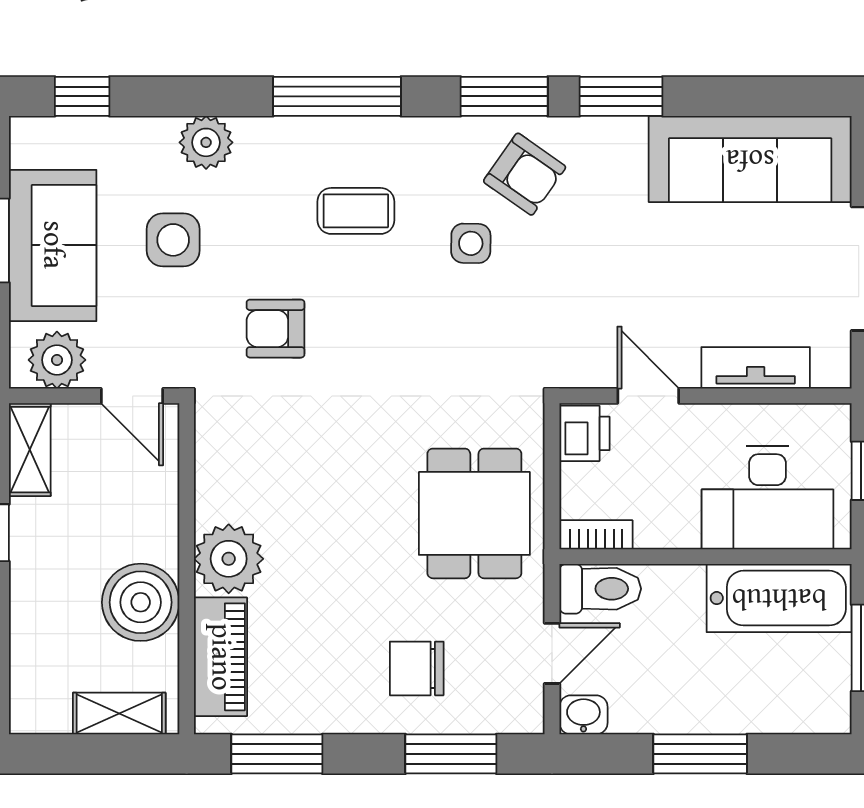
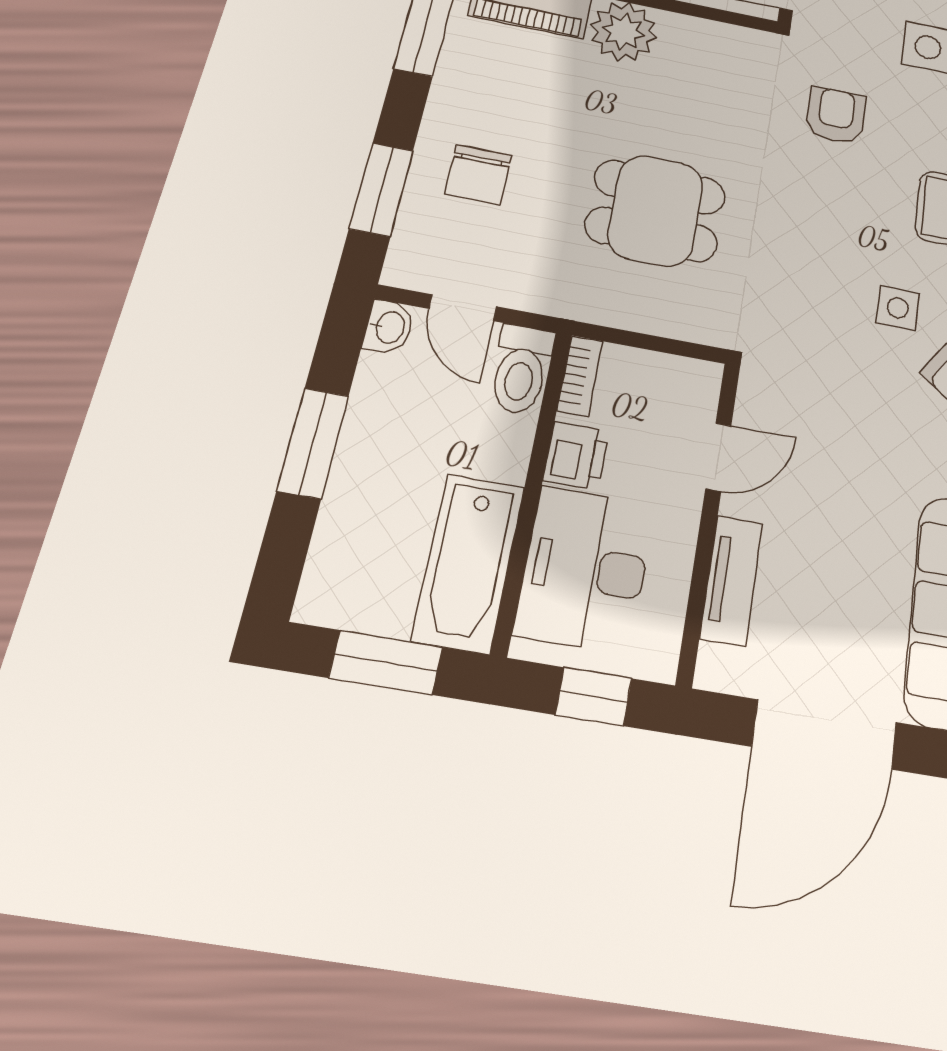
printer: (584, 433) -> (576, 456), moved, turned -90
dining table: (474, 513) -> (655, 211), moved
chair: (417, 668) -> (478, 175), turned 180

